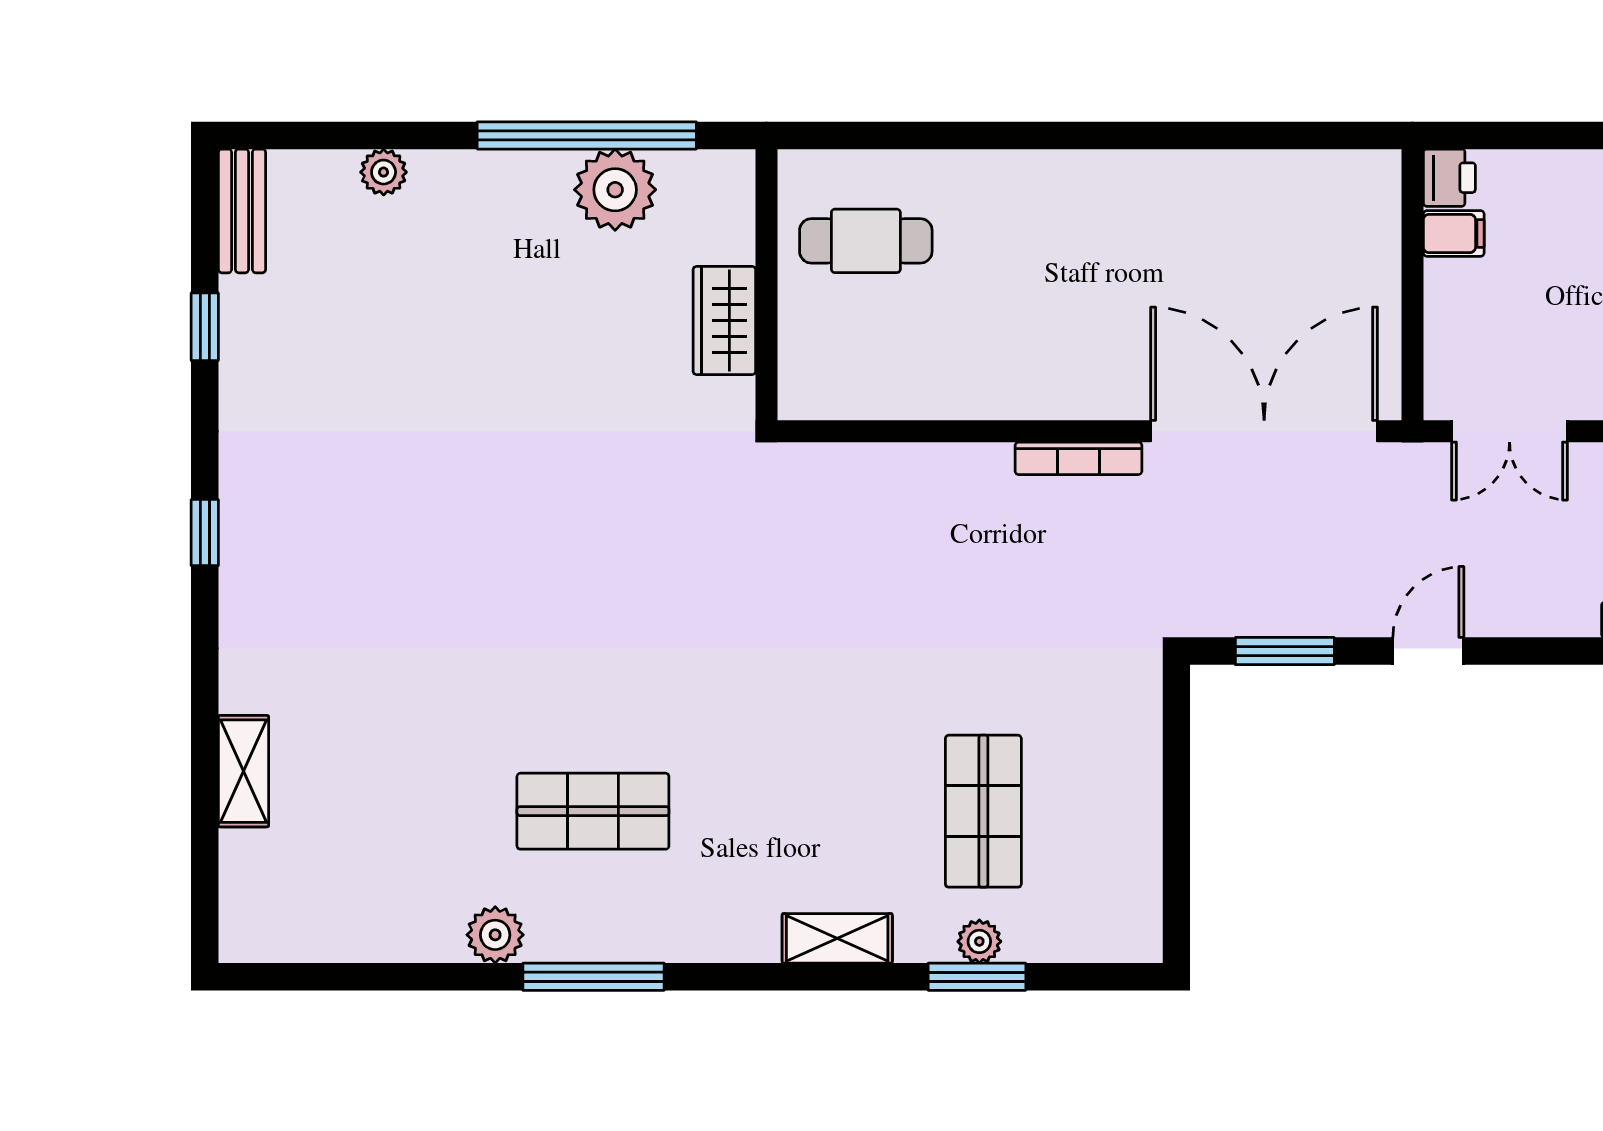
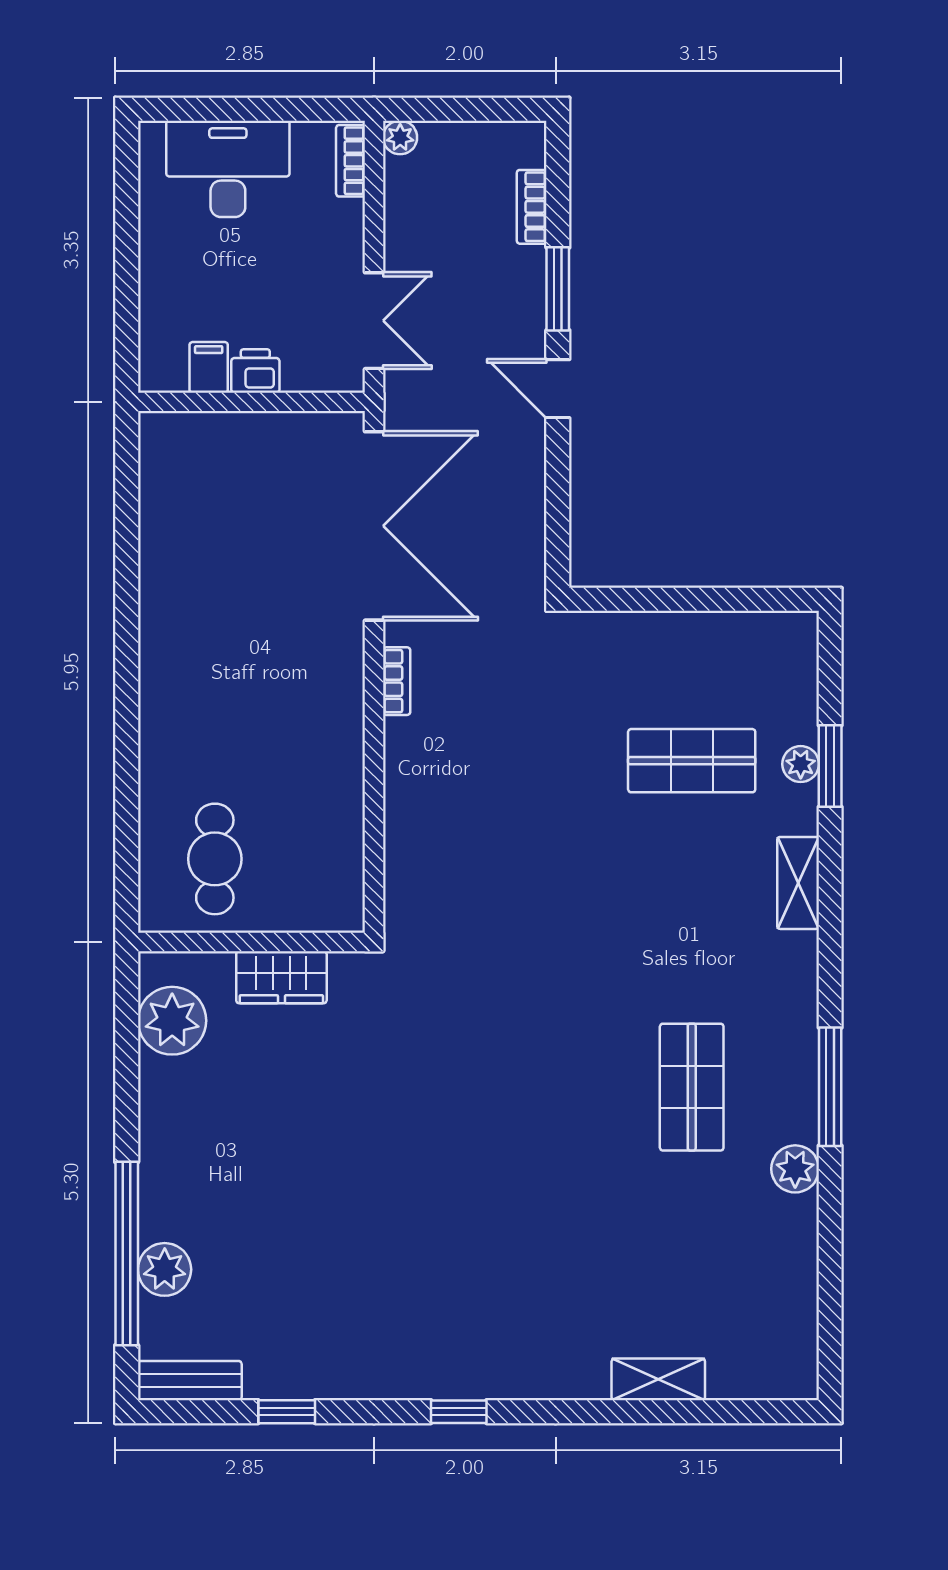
window: (587, 135) -> (127, 1254), moved
plant: (384, 172) -> (165, 1269), width x1.38, depth x1.38
printer: (1449, 178) -> (255, 371), moved
plant: (615, 190) -> (172, 1021), moved
double door: (1264, 431) -> (374, 526), swing flipped
bookcase: (1078, 458) -> (397, 681), width x0.64
window: (1285, 651) -> (558, 289), moved

